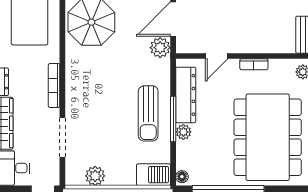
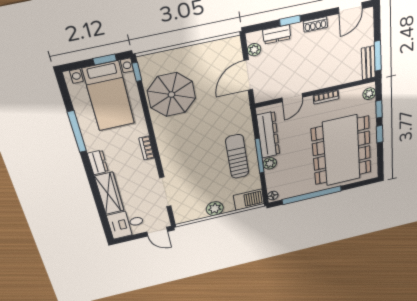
plant: (160, 48) -> (240, 102), removed
bookcase: (54, 85) -> (147, 148), width x0.64
sun lounger: (148, 113) -> (237, 157), turned 180
plant: (95, 176) -> (215, 209), moved

